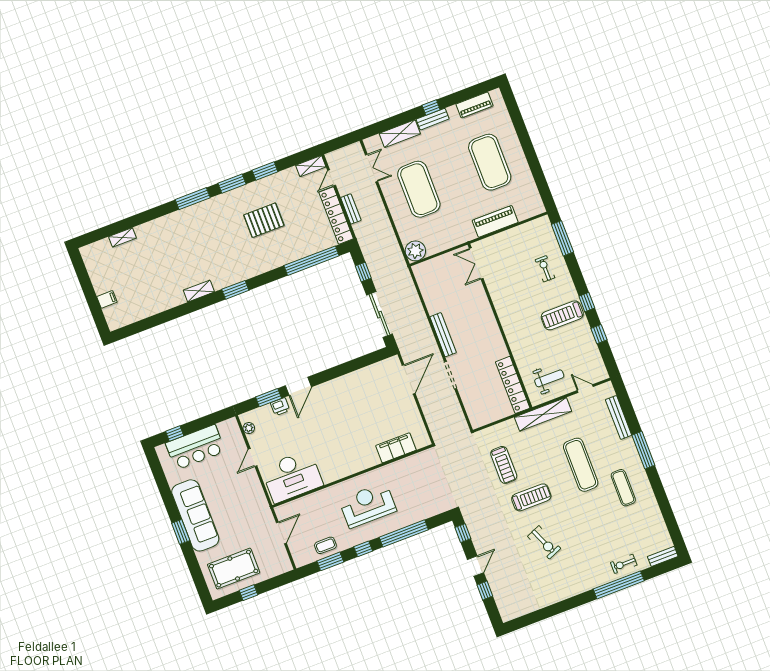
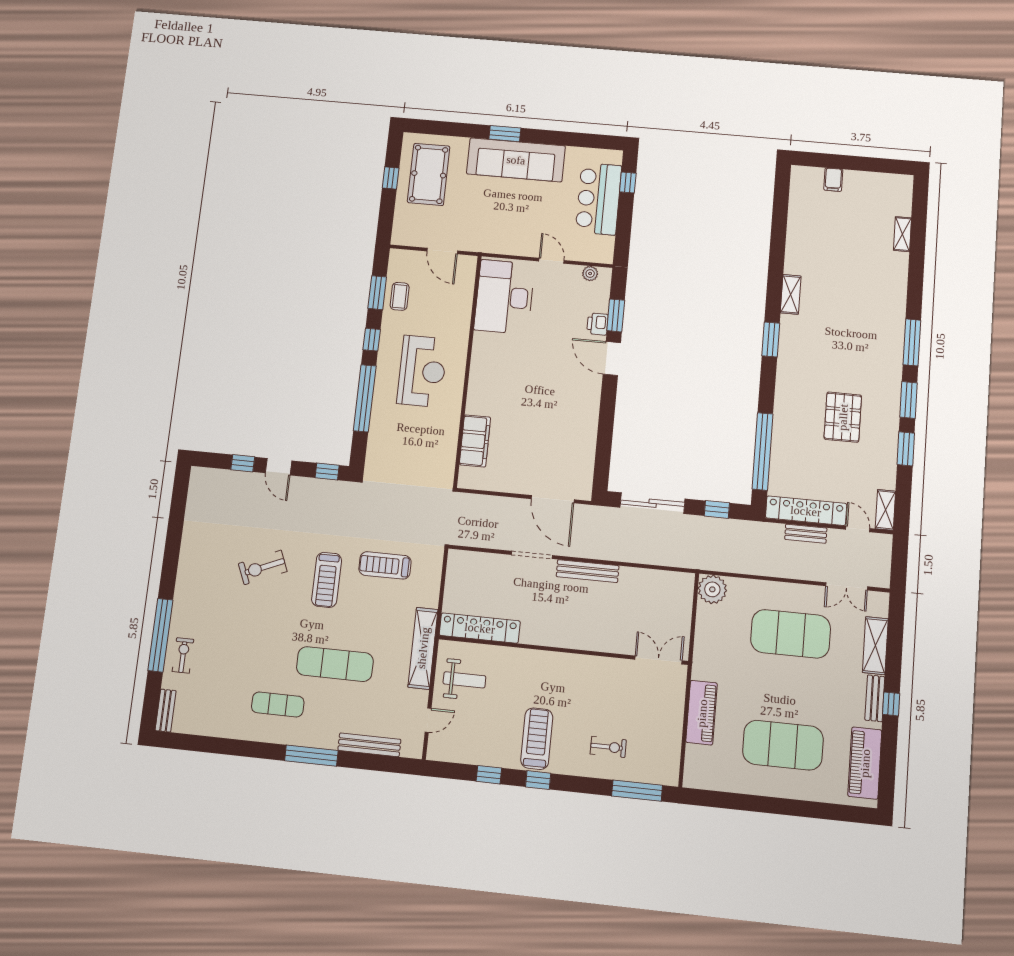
piano: (474, 105) -> (865, 763), width x1.37, depth x1.33
weight bench: (549, 378) -> (464, 680), turned -90

